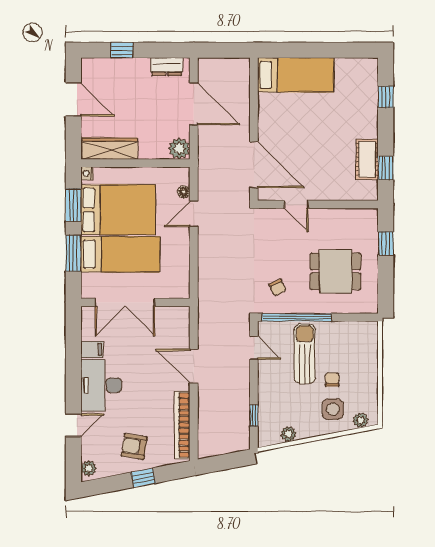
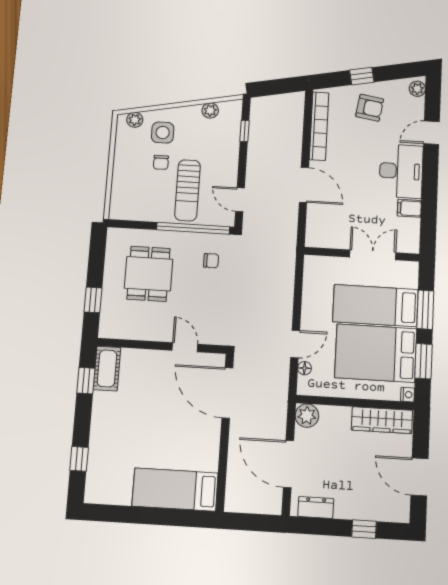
cot: (367, 159) -> (107, 369), moved
dining table: (336, 271) -> (149, 274), turned 90
chair: (278, 287) -> (211, 261), turned 113
double door: (125, 302) -> (373, 255), width x0.73

